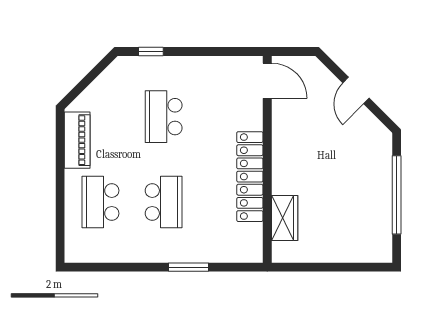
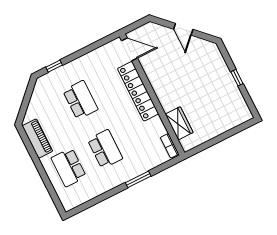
school desk: (164, 117) -> (80, 100), turned 180
locker: (250, 177) -> (138, 91), moved
window: (397, 195) -> (237, 78), width x0.32
bookcase: (256, 243) -> (170, 146), added

